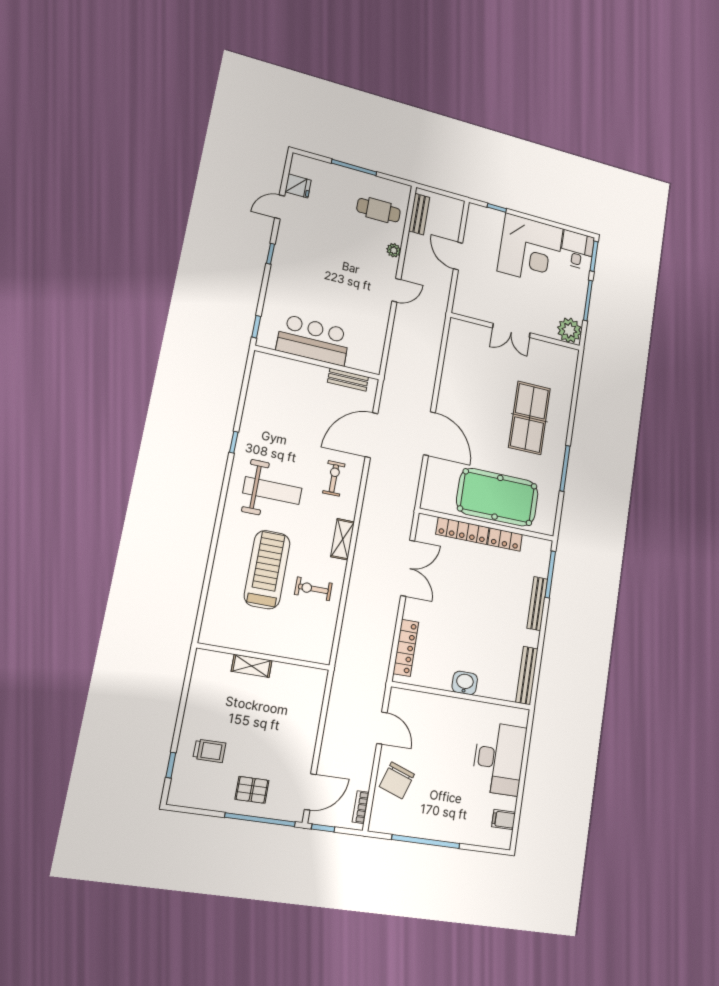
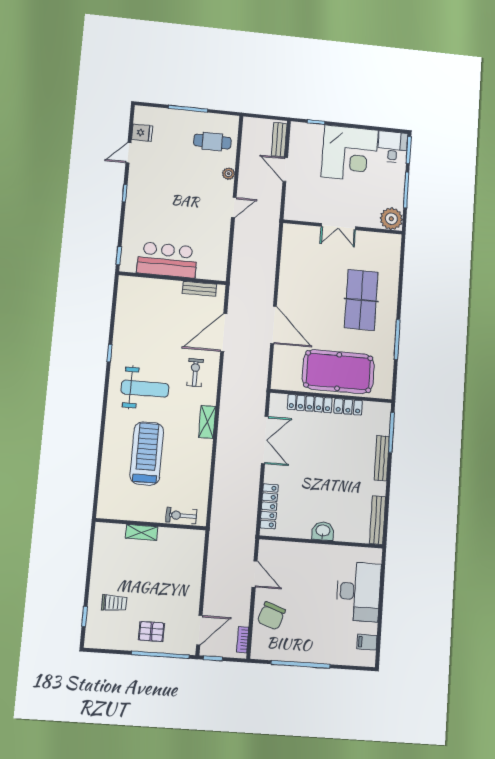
bench: (419, 214) -> (279, 140), moved
exercise bike: (313, 589) -> (181, 516), moved

